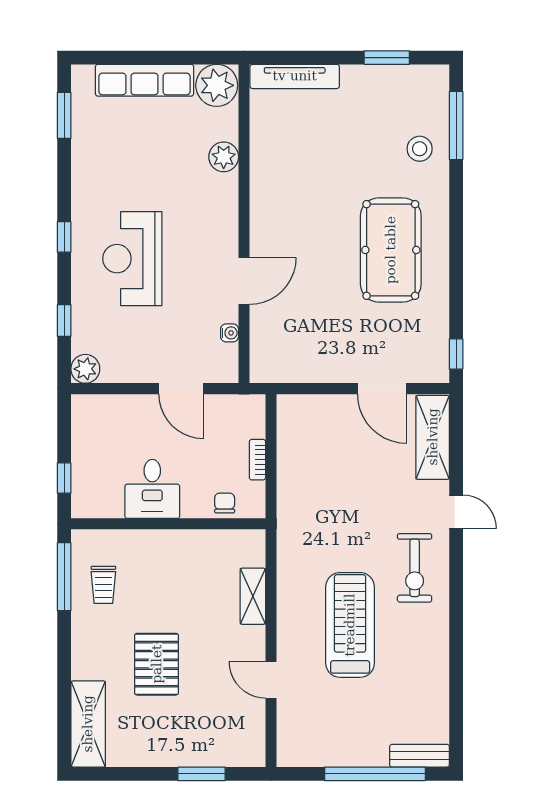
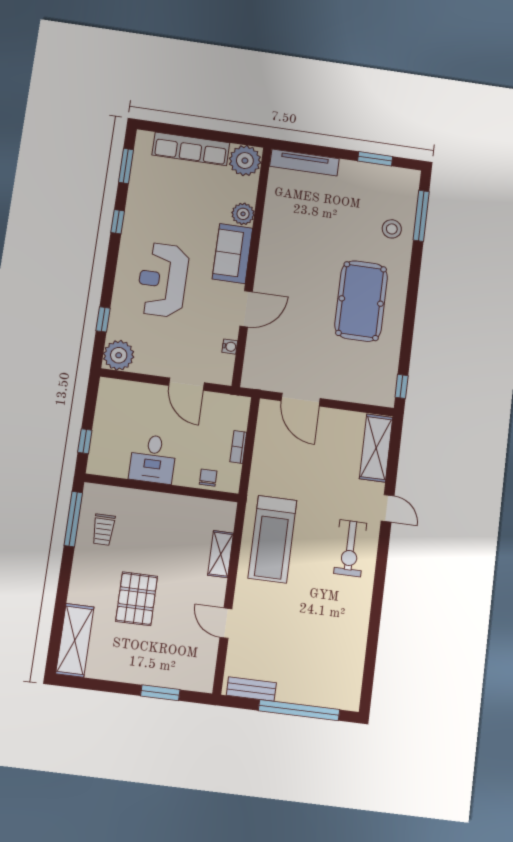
sofa: (217, 211) -> (232, 254), added
window: (64, 237) -> (118, 222), moved
plant: (85, 369) -> (119, 355), width x1.36, depth x1.36
door: (382, 389) -> (301, 400), moved
treadmill: (350, 625) -> (272, 539), moved, turned 180
bench: (420, 756) -> (251, 689), moved

